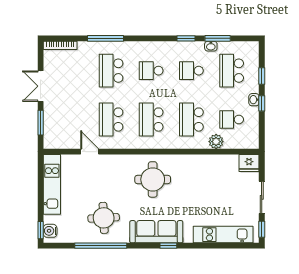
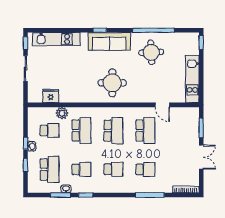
school desk: (111, 71) -> (145, 169), width x0.54
fridge: (249, 163) -> (51, 96), moved
water cooler: (50, 231) -> (194, 42), removed

